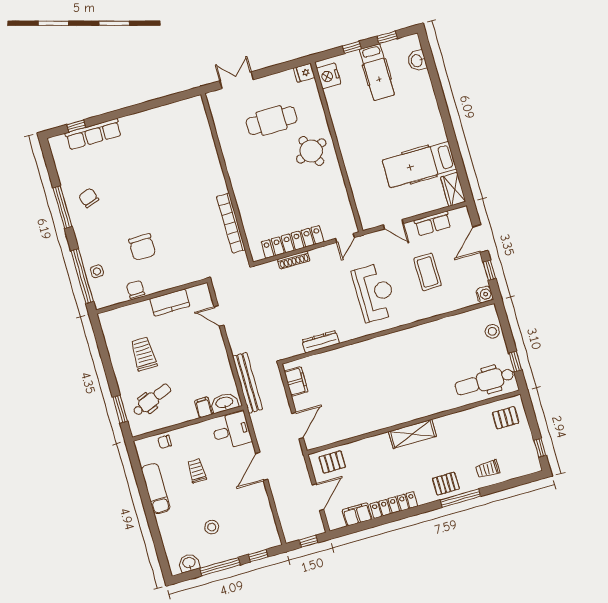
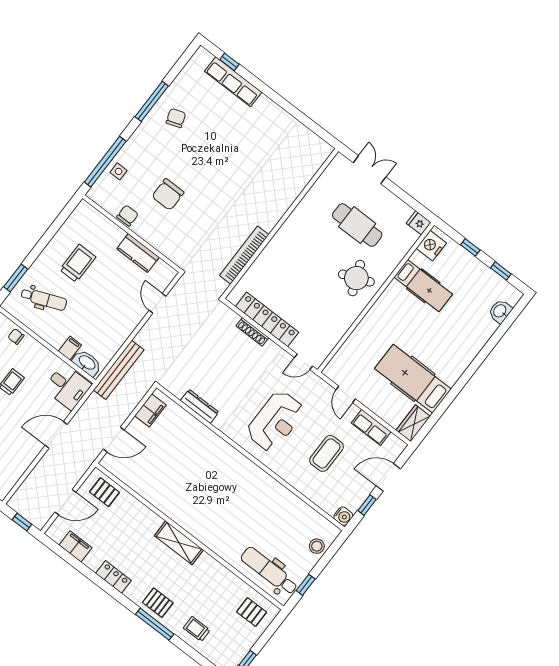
hospital bed: (377, 72) -> (423, 286), moved, turned -90
locker: (394, 505) -> (113, 577), width x0.66

